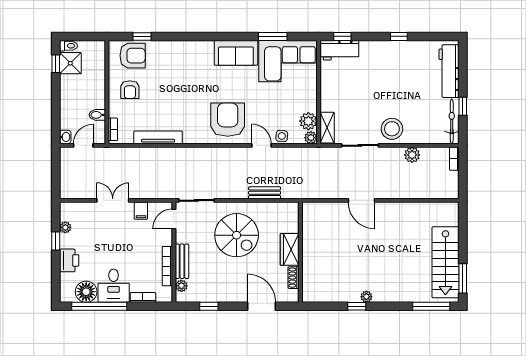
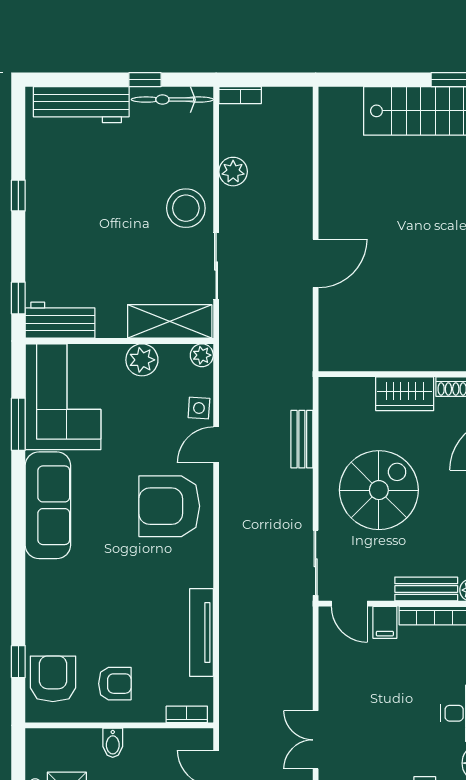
workbench: (340, 50) -> (60, 320), moved, turned -90
sofa: (236, 53) -> (48, 505), width x1.36
bidet: (97, 115) -> (113, 743), moved
plant: (308, 121) -> (142, 360), moved
shelving: (327, 128) -> (170, 321), width x1.50, depth x1.33
double door: (113, 200) -> (316, 740), moved
filing cabinet: (141, 211) -> (385, 622), moved, turned 90

